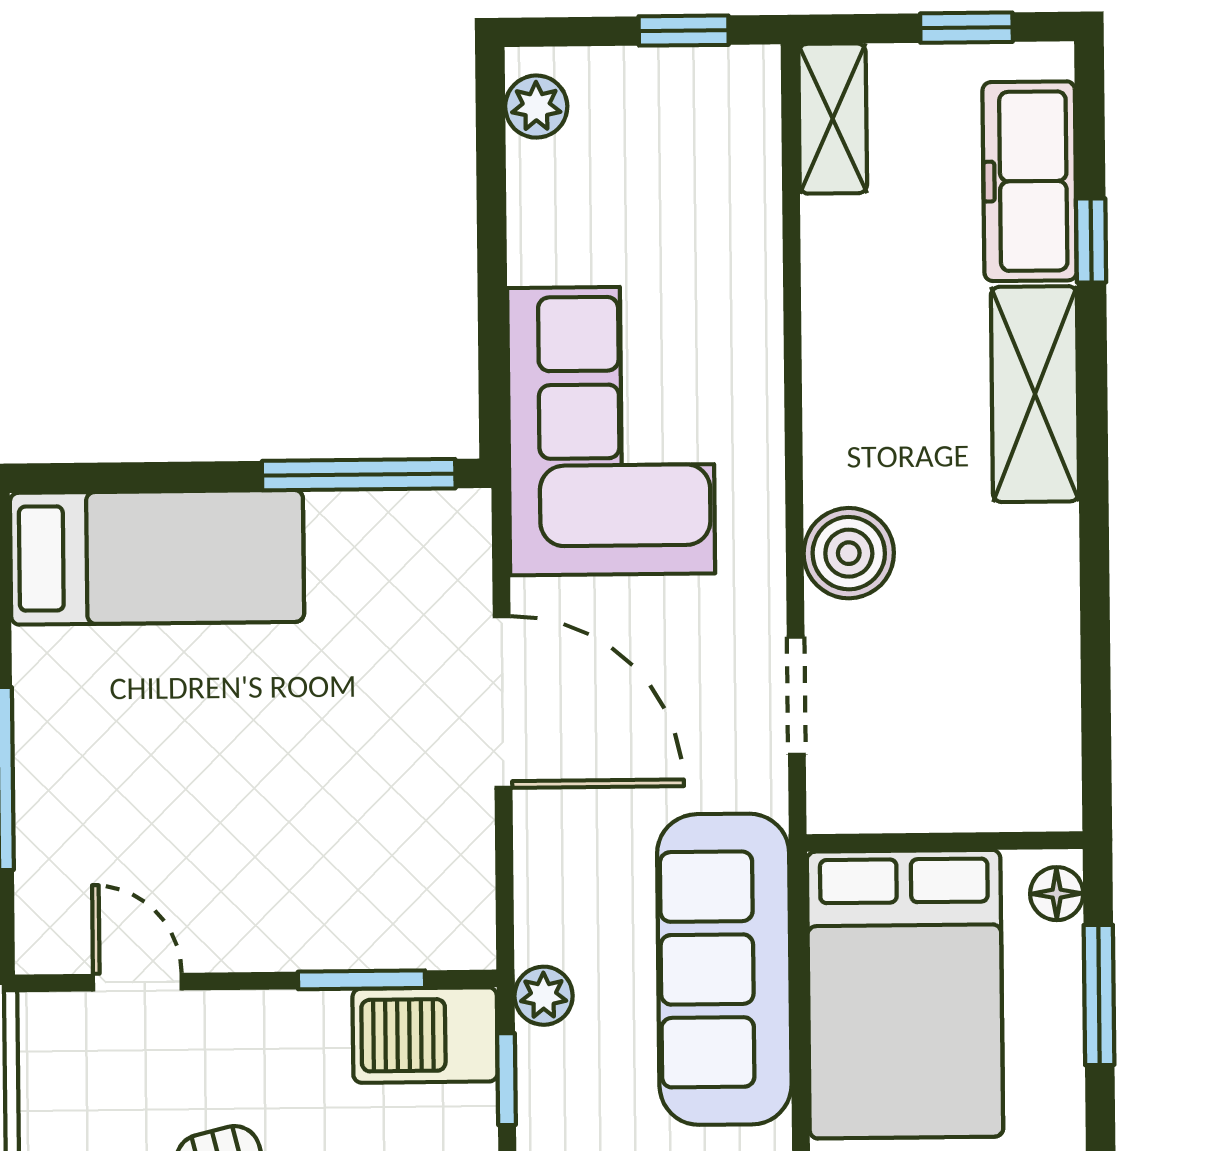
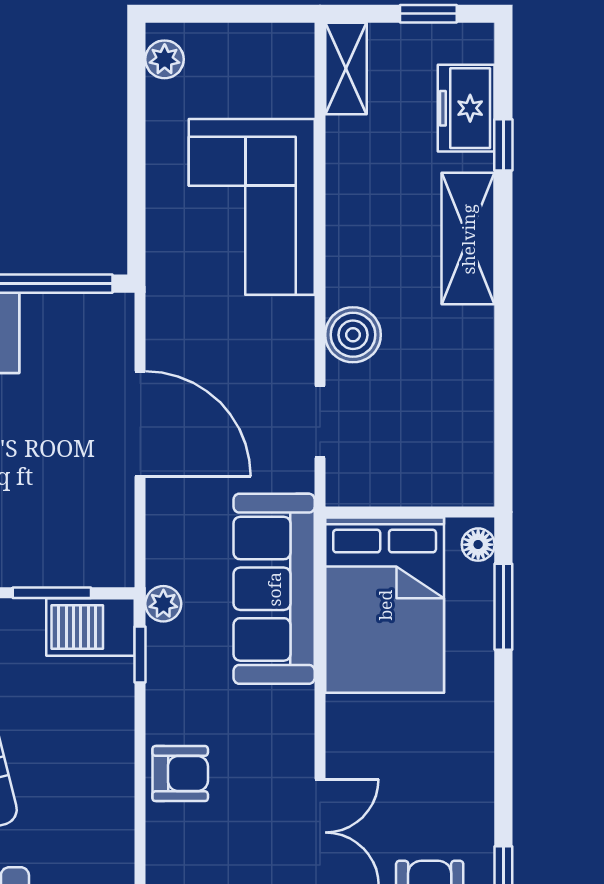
window: (684, 31) -> (255, 14), removed
freezer: (1030, 181) -> (466, 108), width x0.71
corner sofa: (611, 431) -> (252, 207), moved, turned 180

